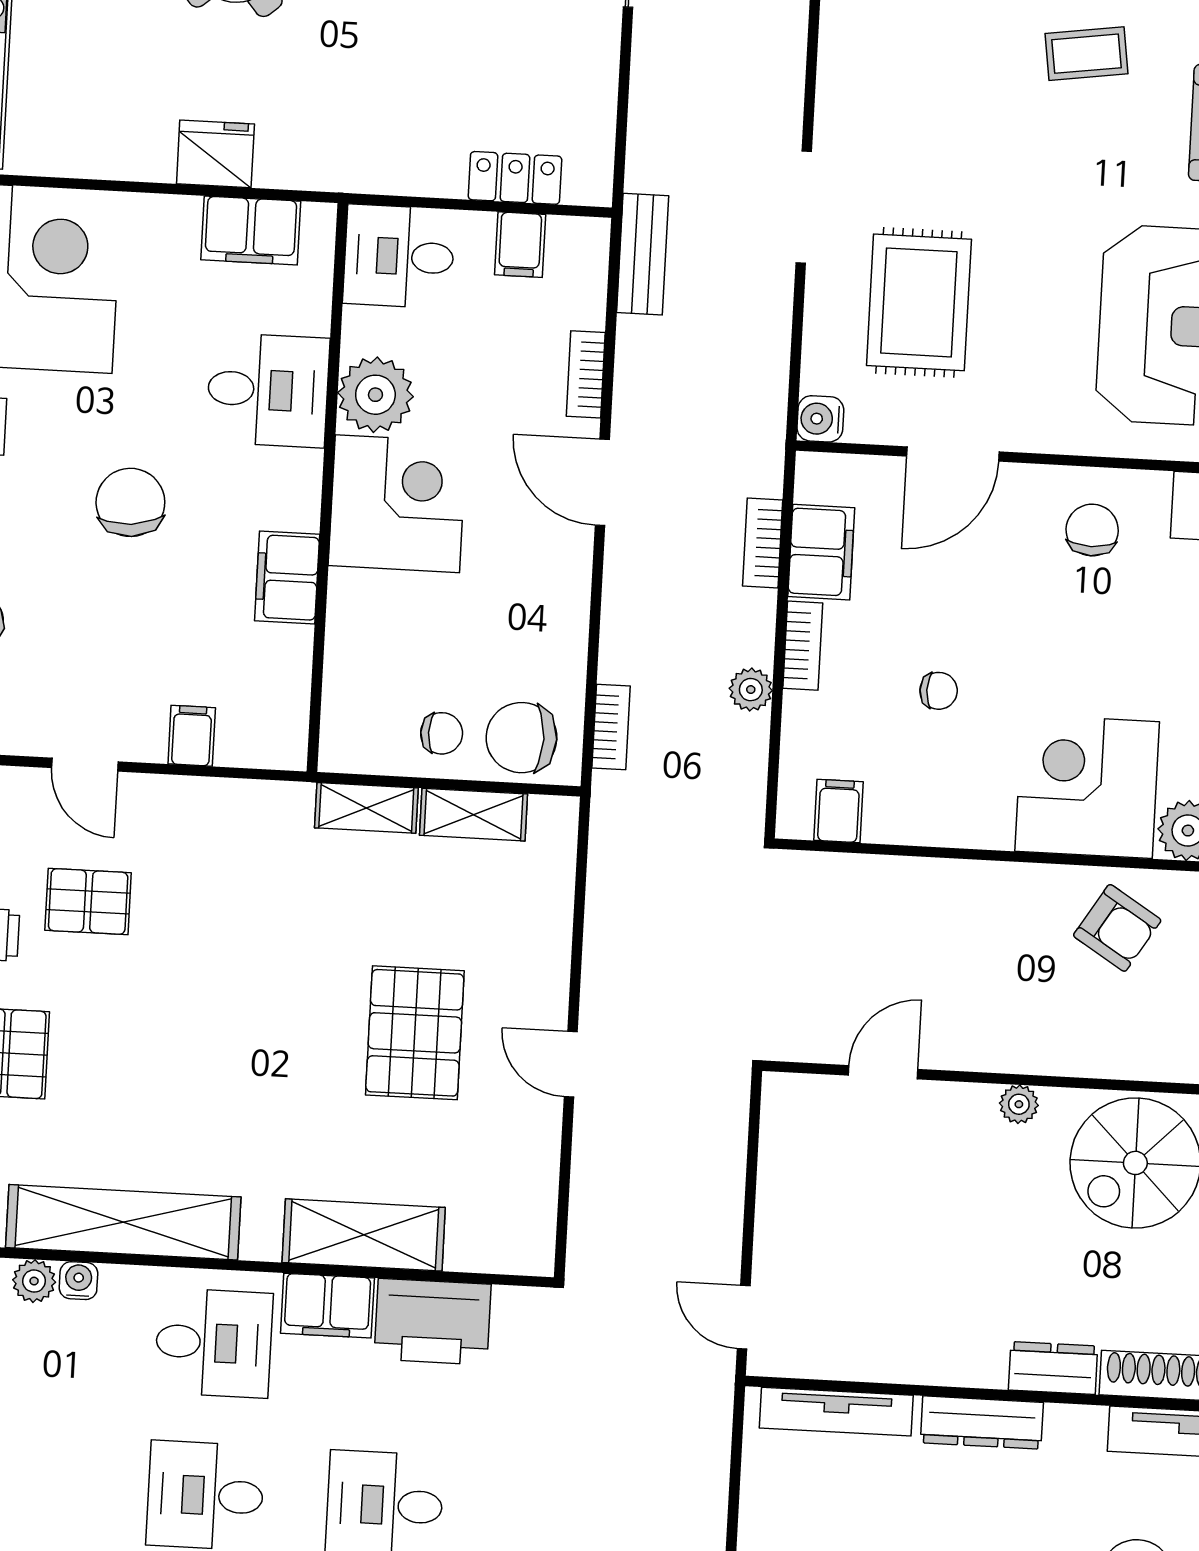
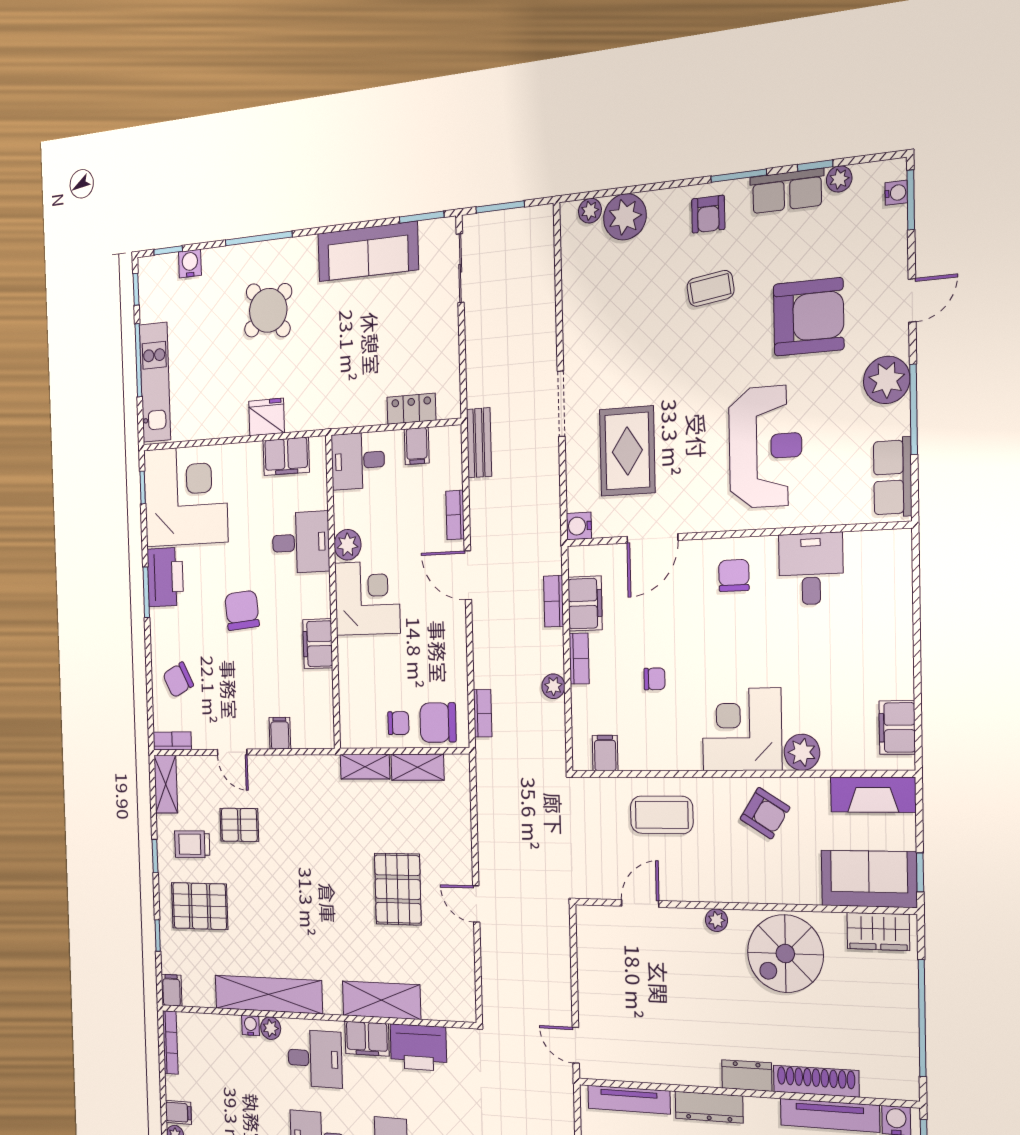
plant: (375, 395) -> (348, 545), width x0.73, depth x0.73
coffee table: (934, 922) -> (662, 815), added
plant: (34, 1281) -> (271, 1028), moved

